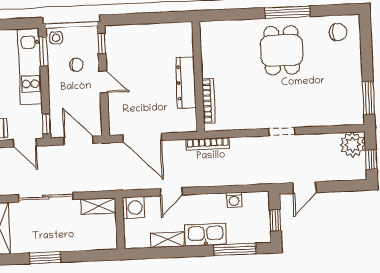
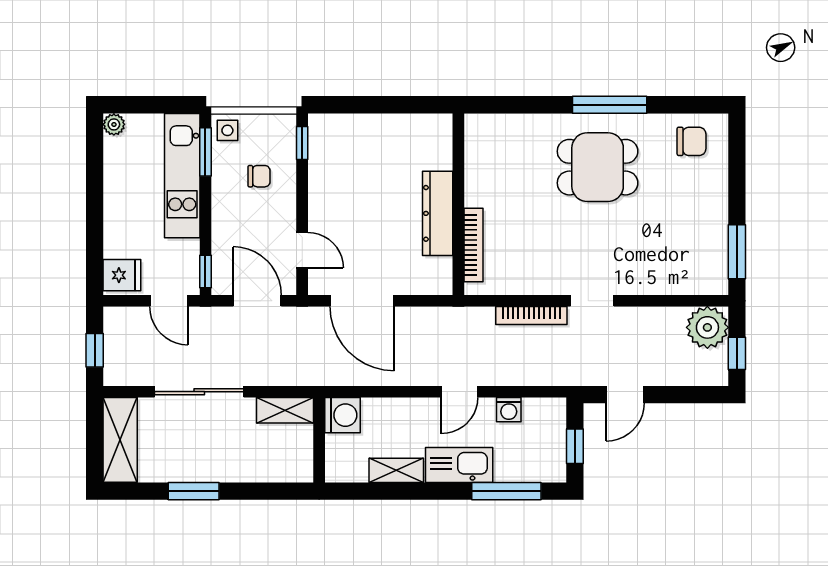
dining table: (282, 50) -> (598, 167), turned 90
door: (103, 82) -> (302, 250), moved
bookcase: (208, 144) -> (531, 316), moved
door: (171, 192) -> (460, 392), moved

